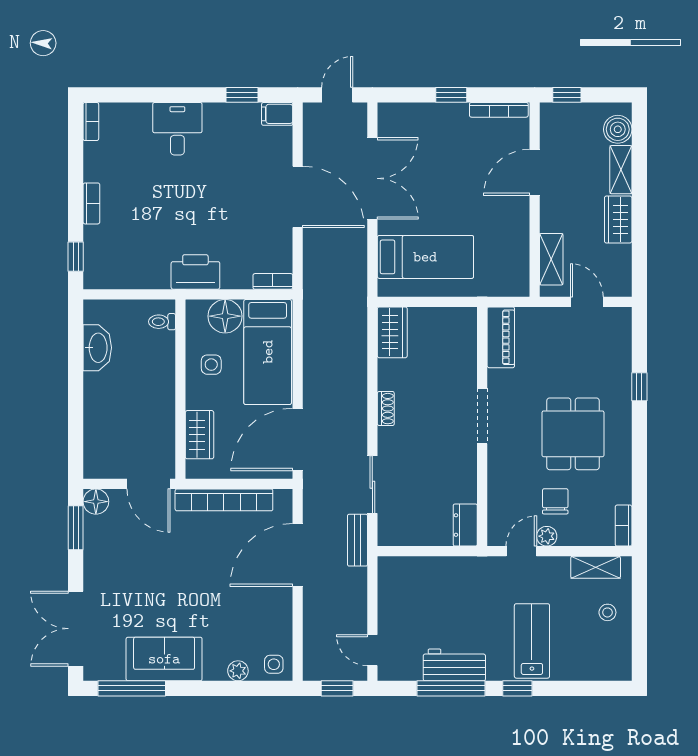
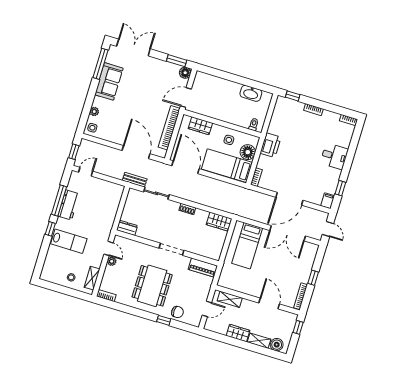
dining table: (573, 434) -> (152, 286), width x1.38
chair: (555, 501) -> (177, 312), moved

